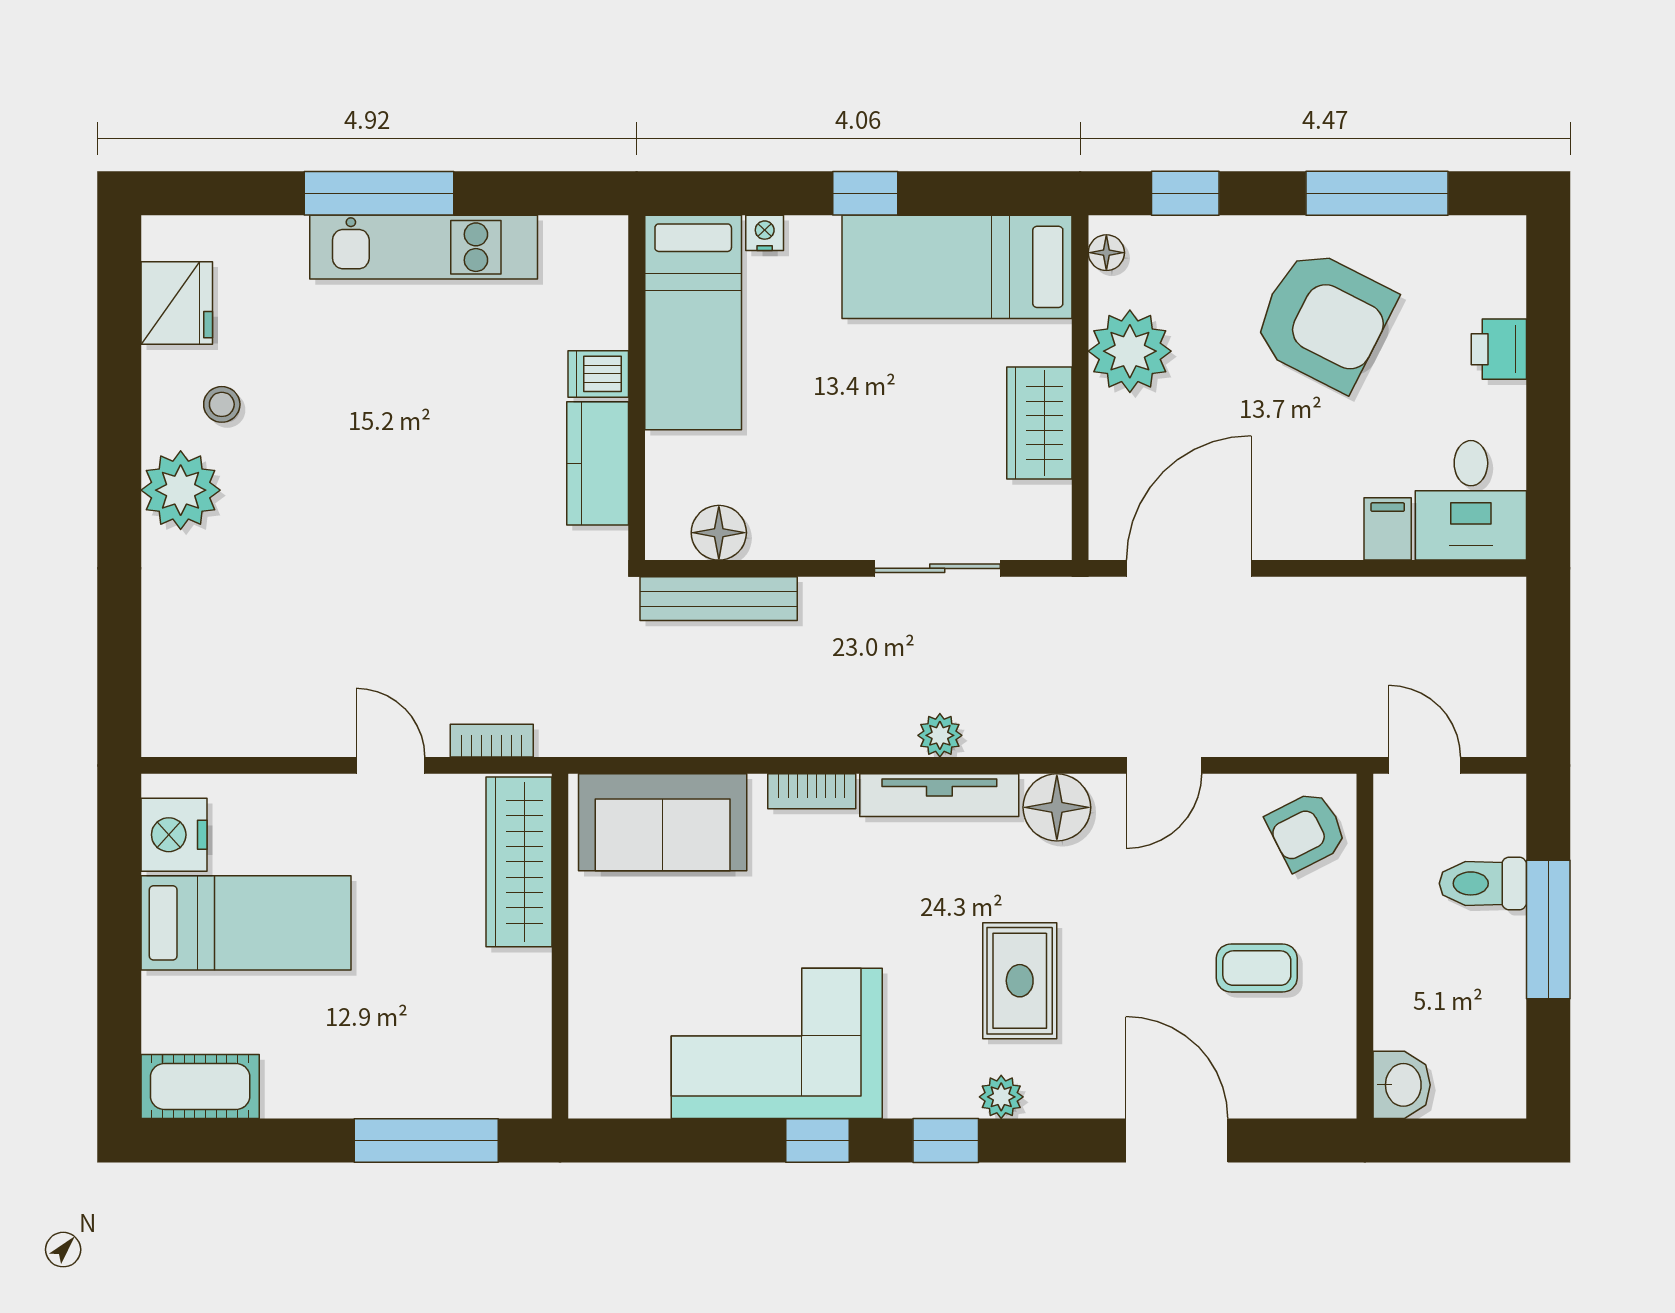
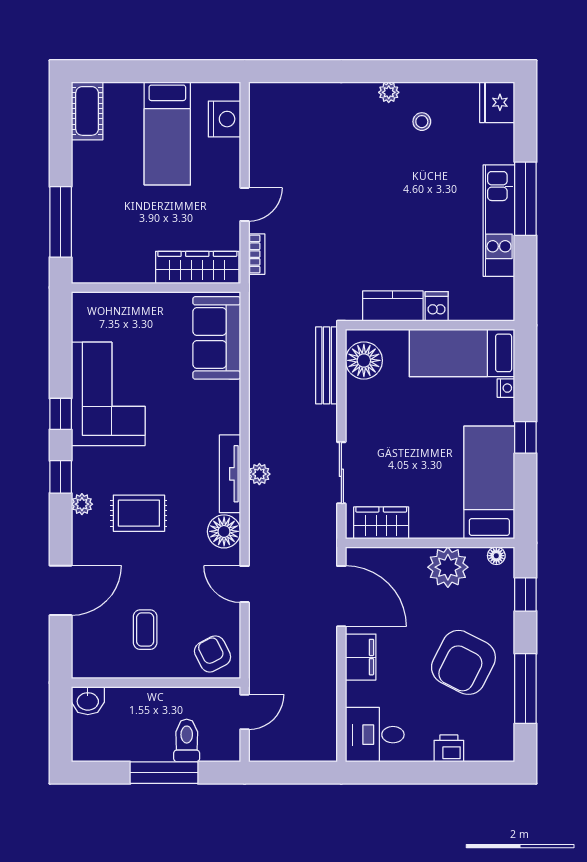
fridge: (177, 303) -> (497, 102), moved, turned 90
wardrobe: (1039, 423) -> (381, 523), moved
plant: (181, 490) -> (389, 92), width x0.53, depth x0.53
filing cabinet: (1388, 529) -> (361, 657), moved, width x2.00
floor lamp: (719, 533) -> (364, 360), width x1.38, depth x1.38
bookcase: (812, 791) -> (232, 411), removed
nightstand: (174, 835) -> (224, 119), moved, turned 90

